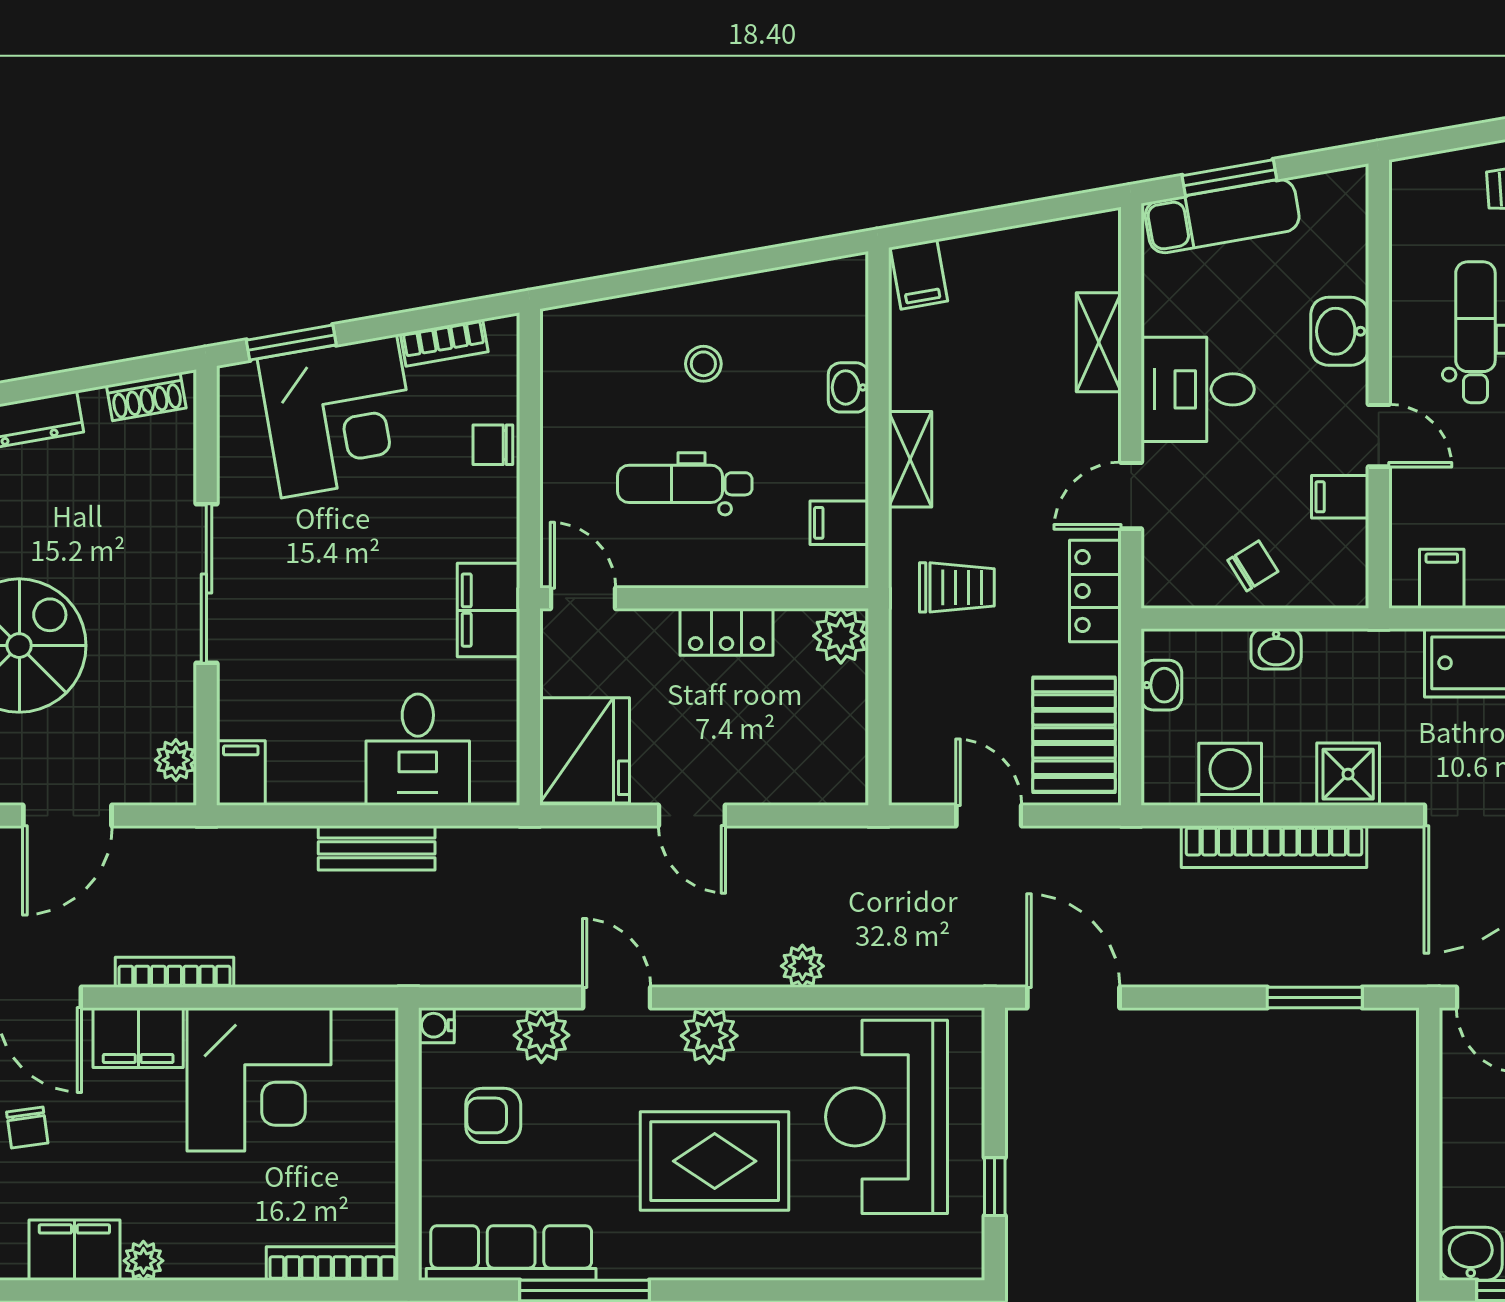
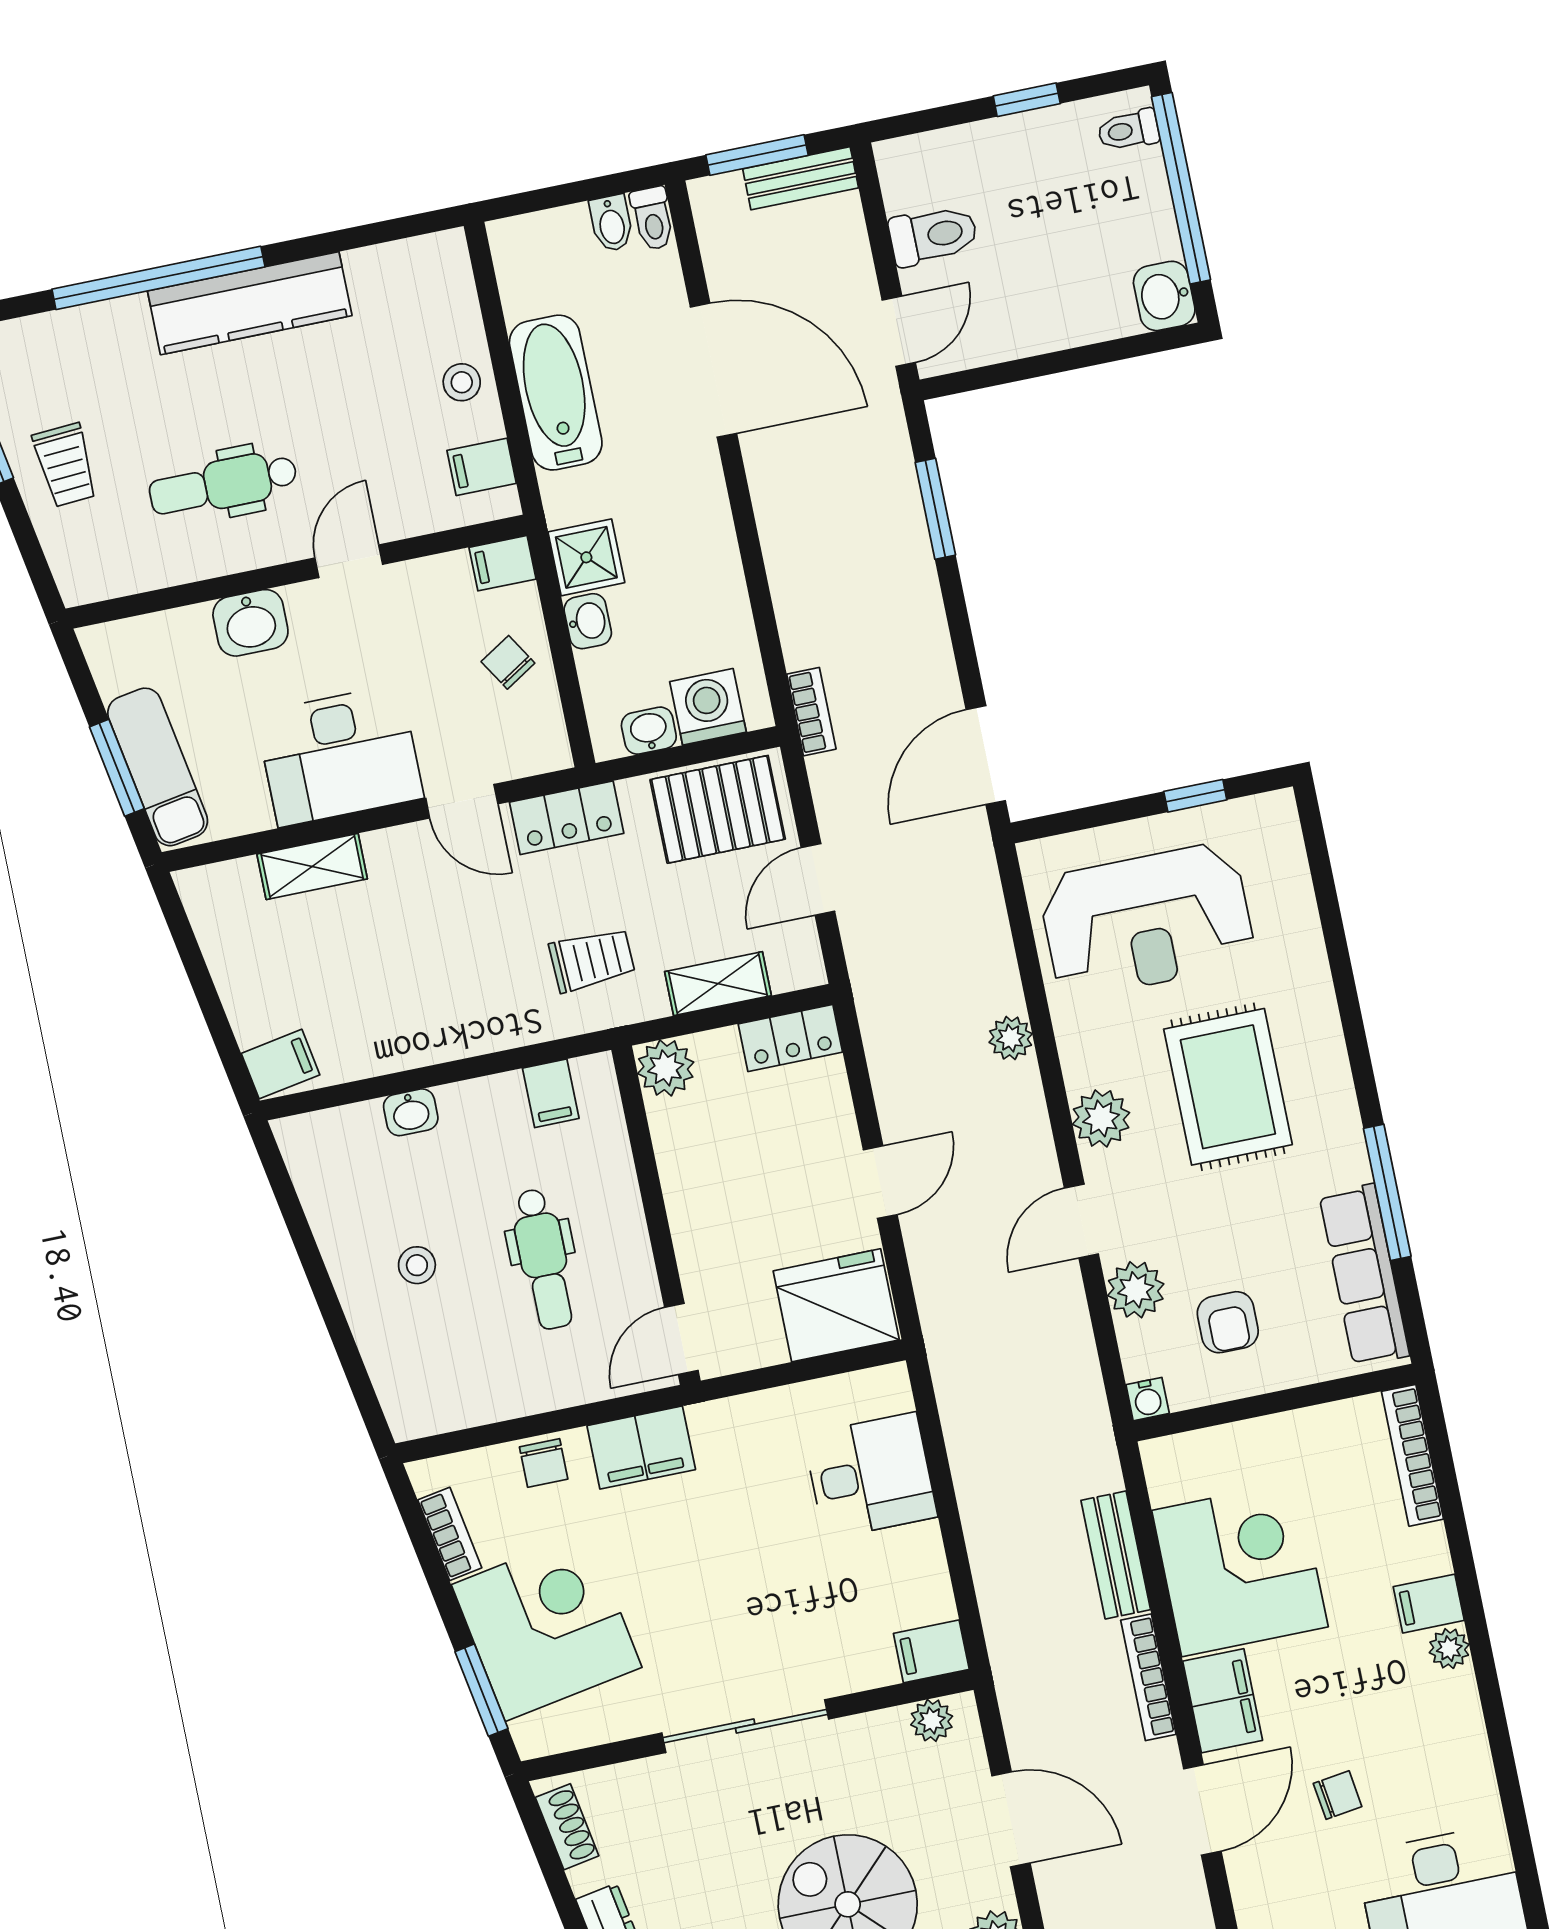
desk: (1198, 389) -> (339, 756), width x1.37
shelving: (910, 459) -> (718, 984), moved
filing cabinet: (1340, 497) -> (502, 563), moved, turned 90
trolley: (957, 587) -> (592, 960), turned 88
filing cabinet: (489, 610) -> (641, 1448), moved
locker: (727, 632) -> (790, 1038), moved, turned 90
washing machine: (1230, 774) -> (708, 707), moved, turned 90
shower: (1348, 774) -> (586, 557), moved
bookcase: (1274, 847) -> (811, 712), moved, width x0.43, depth x0.76
bench: (377, 848) -> (1116, 1555), moved
filing cabinet: (74, 1250) -> (1429, 1604), moved, width x0.50

